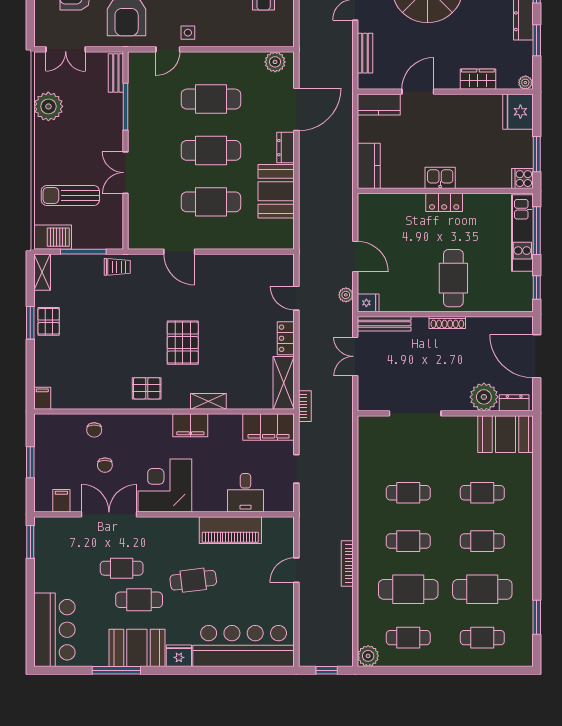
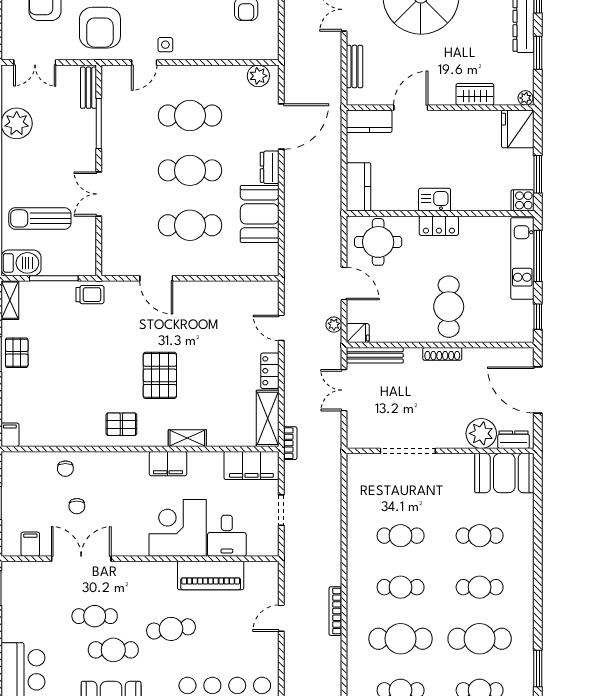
round table: (387, 218) -> (378, 242), added
corner desk: (165, 485) -> (178, 528), moved

